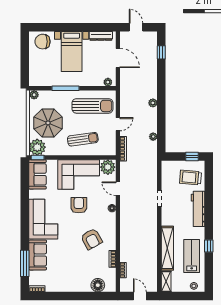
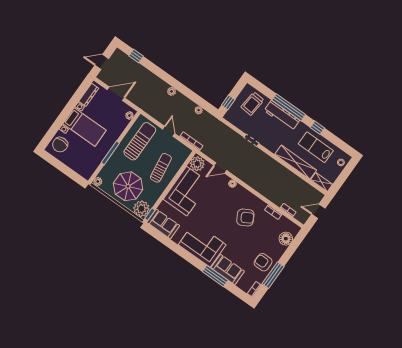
window: (192, 157) -> (228, 102), moved
armchair: (79, 205) -> (263, 262), moved
window: (209, 210) -> (289, 107), added
window: (25, 263) -> (215, 276), moved
window: (60, 296) -> (273, 275), added

